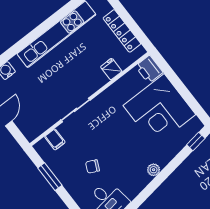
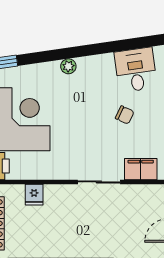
filing cabinet: (55, 139) -> (141, 169), width x2.00

